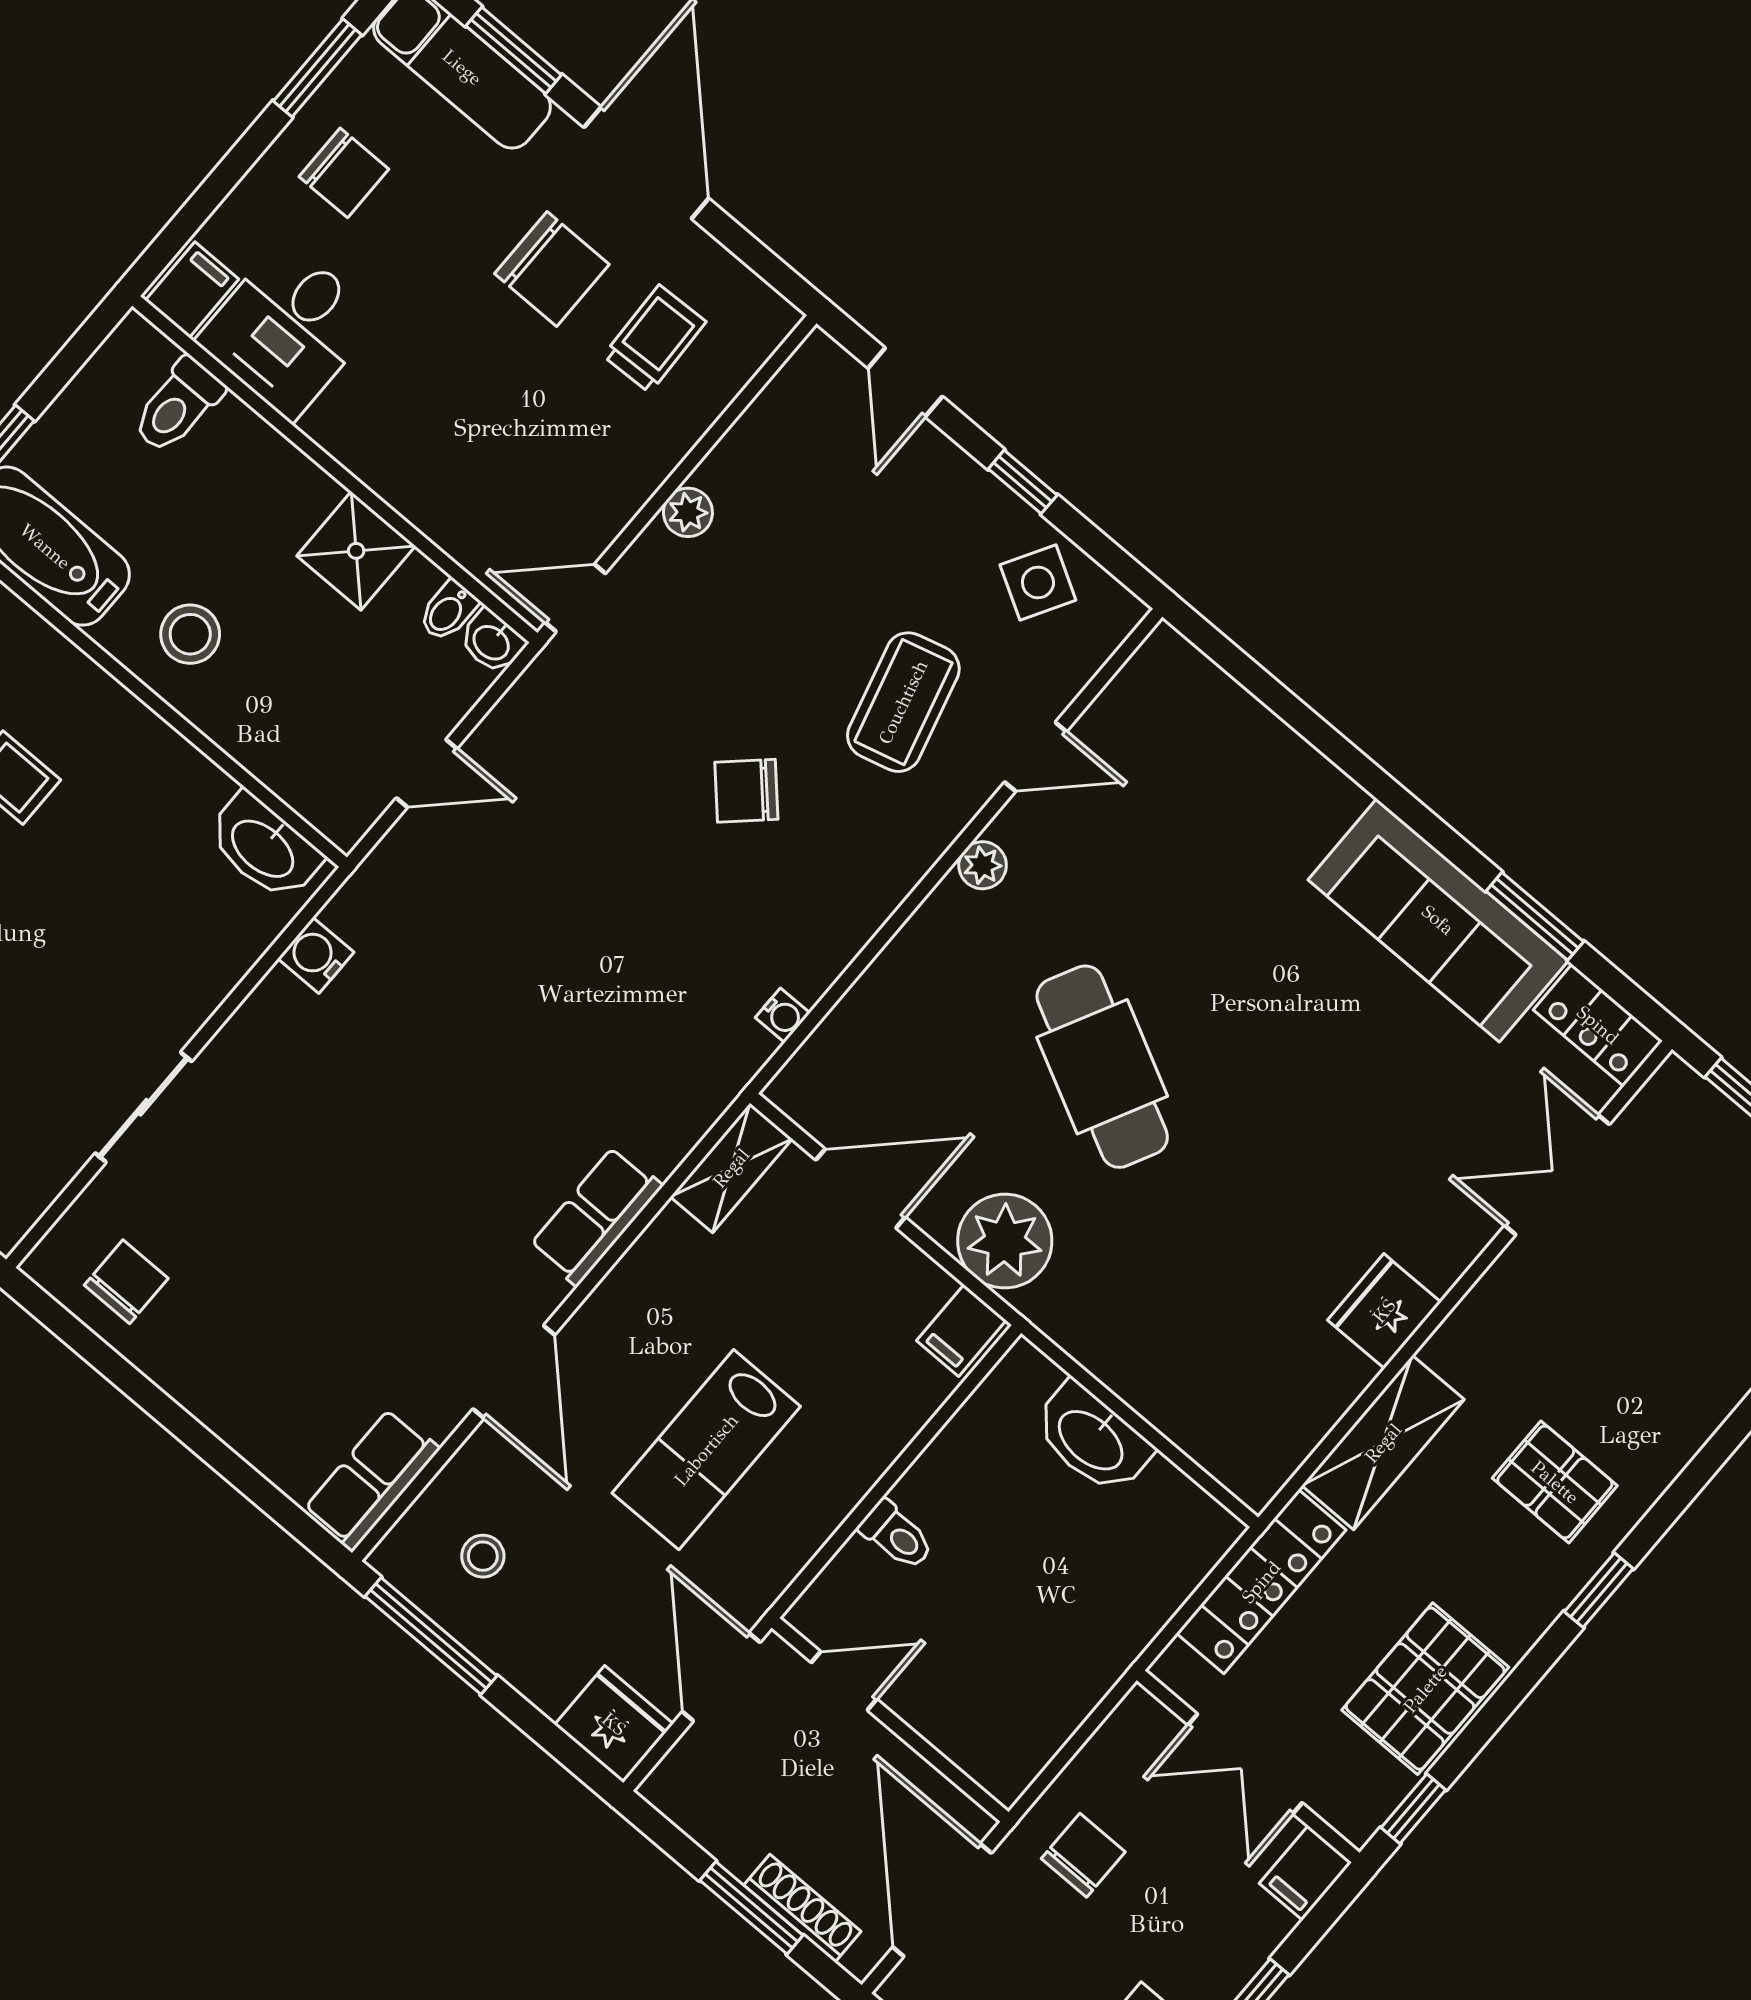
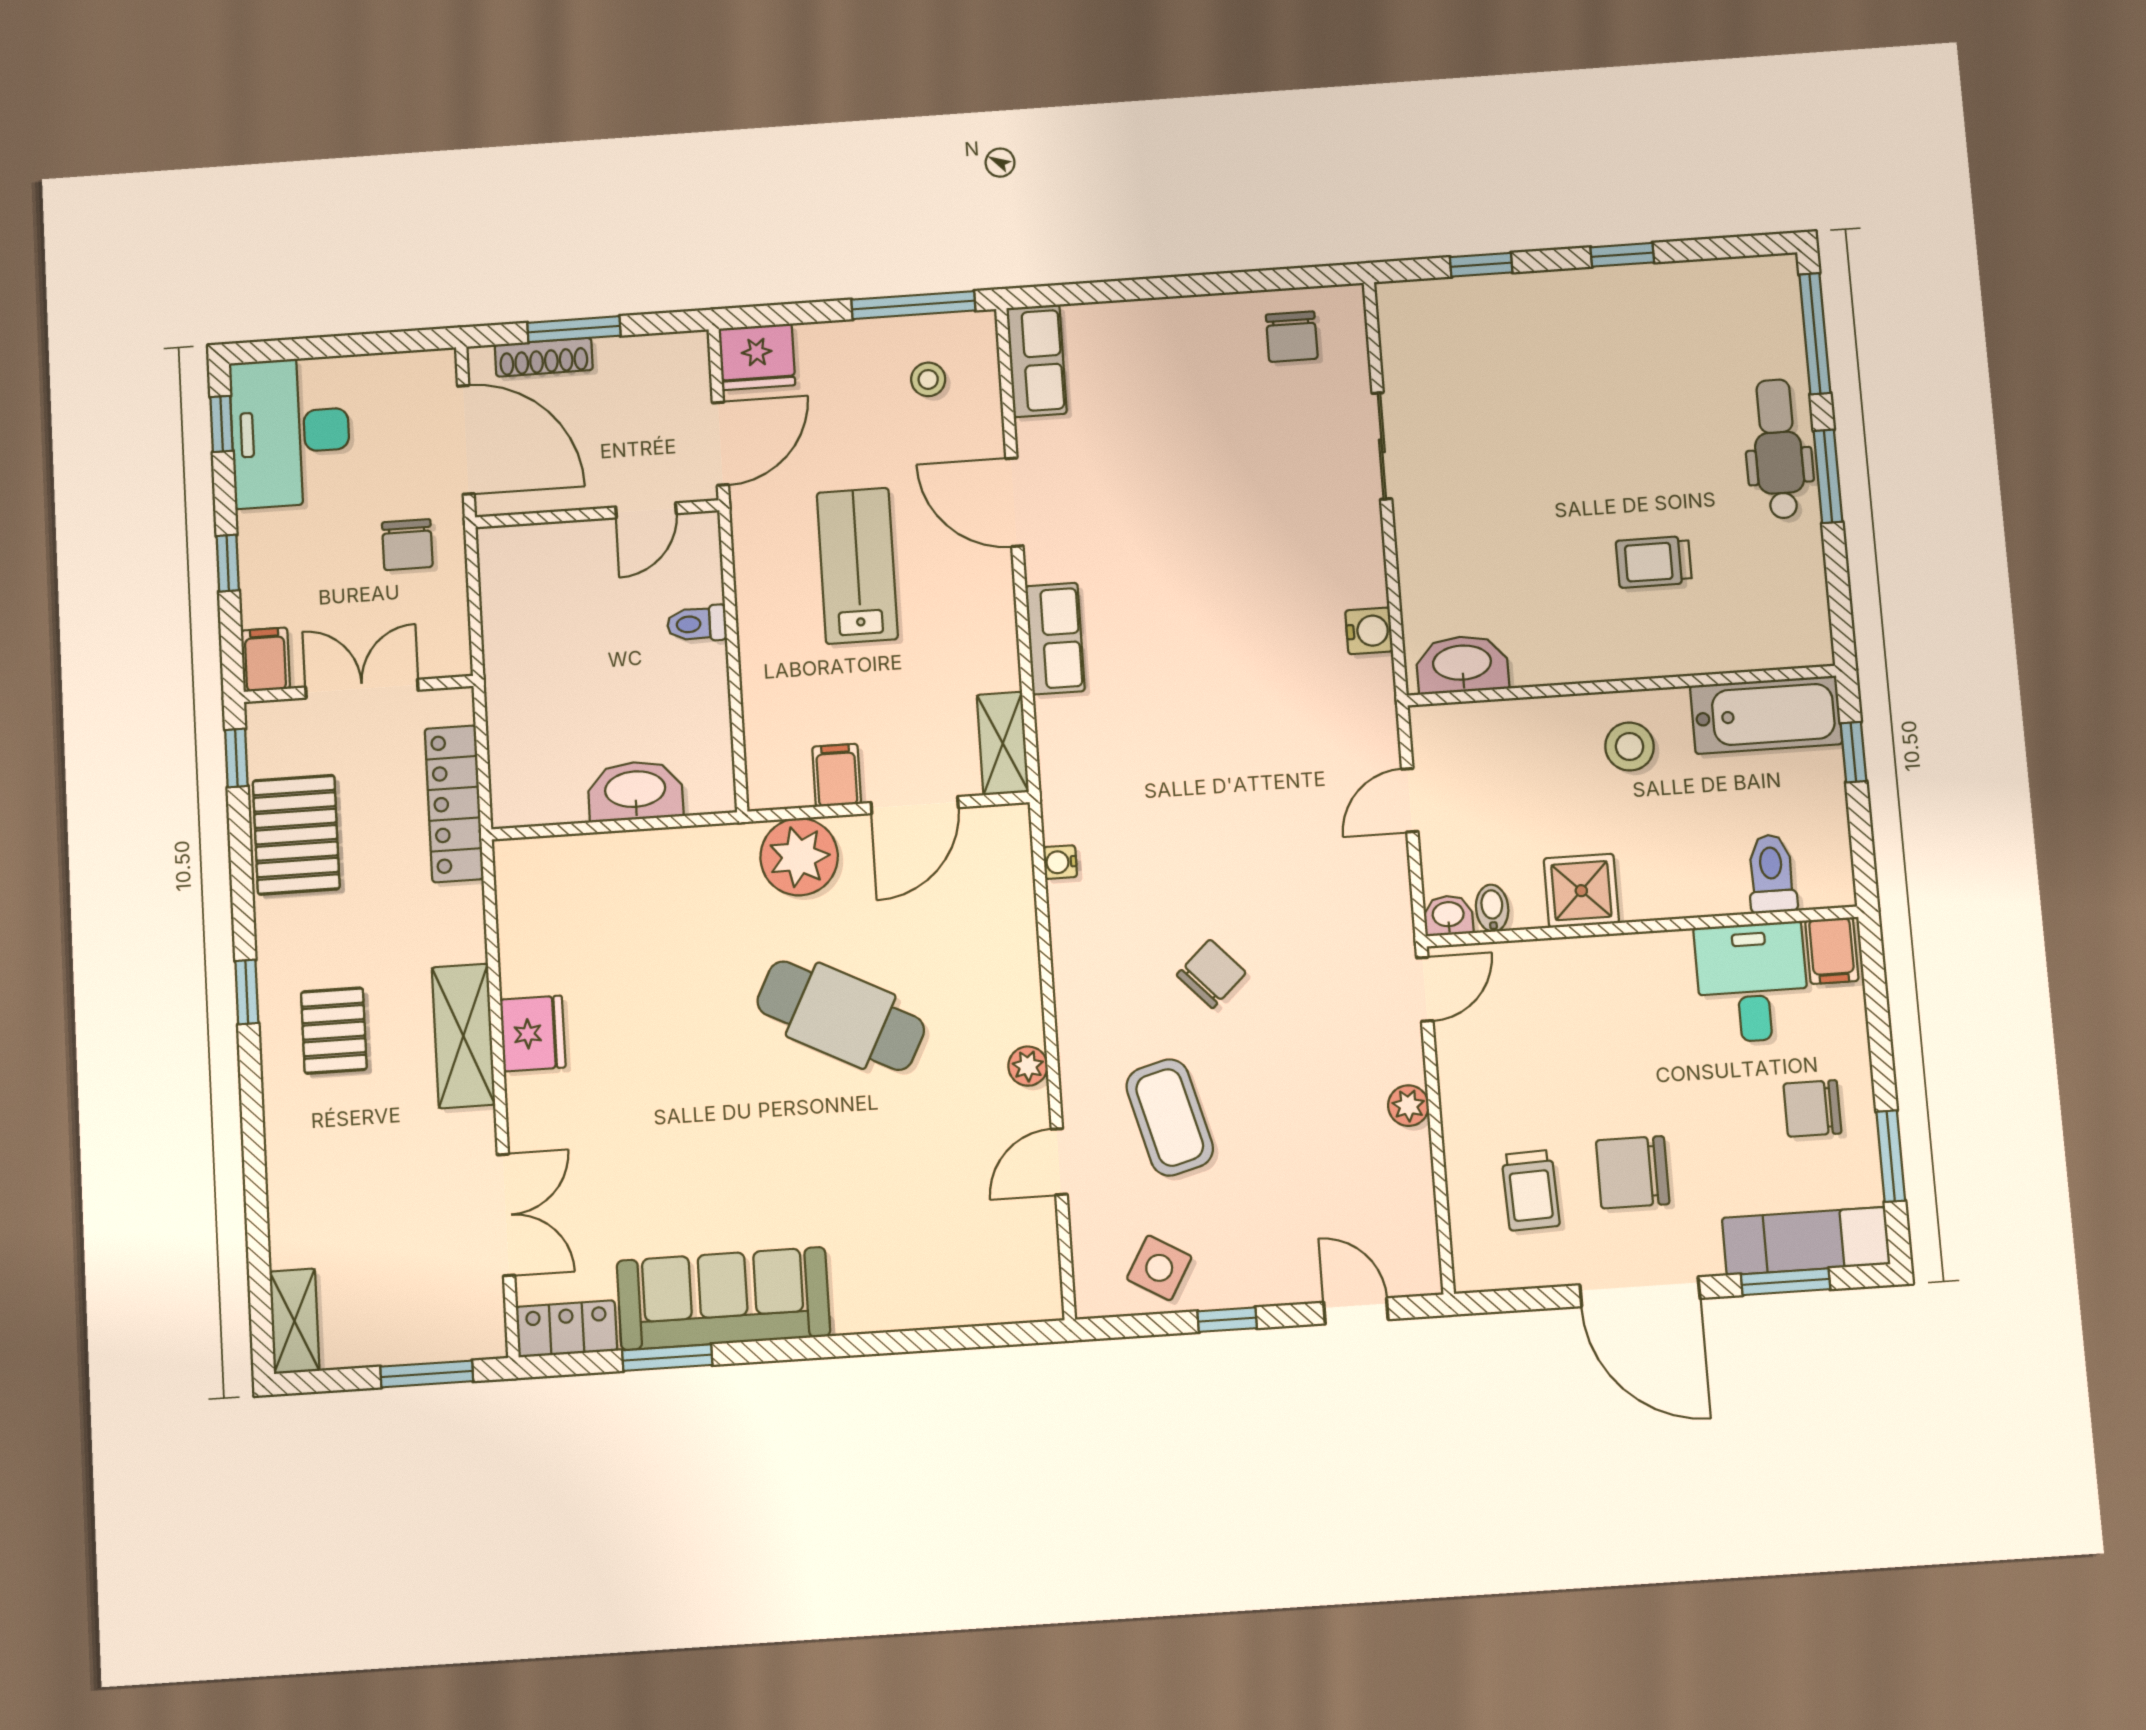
filing cabinet: (961, 1330) -> (837, 775), moved
shelving: (1383, 1443) -> (463, 1036), moved
pallet: (1555, 1482) -> (334, 1031), turned 90
door: (721, 1677) -> (720, 444), hinge flipped

